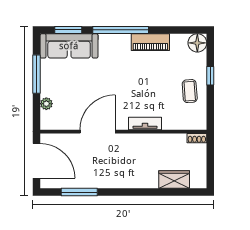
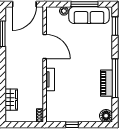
window: (121, 30) -> (115, 78), moved
sofa: (69, 46) -> (89, 15), moved, turned -90
window: (210, 76) -> (72, 125), moved
coffee table: (190, 91) -> (73, 110), removed

